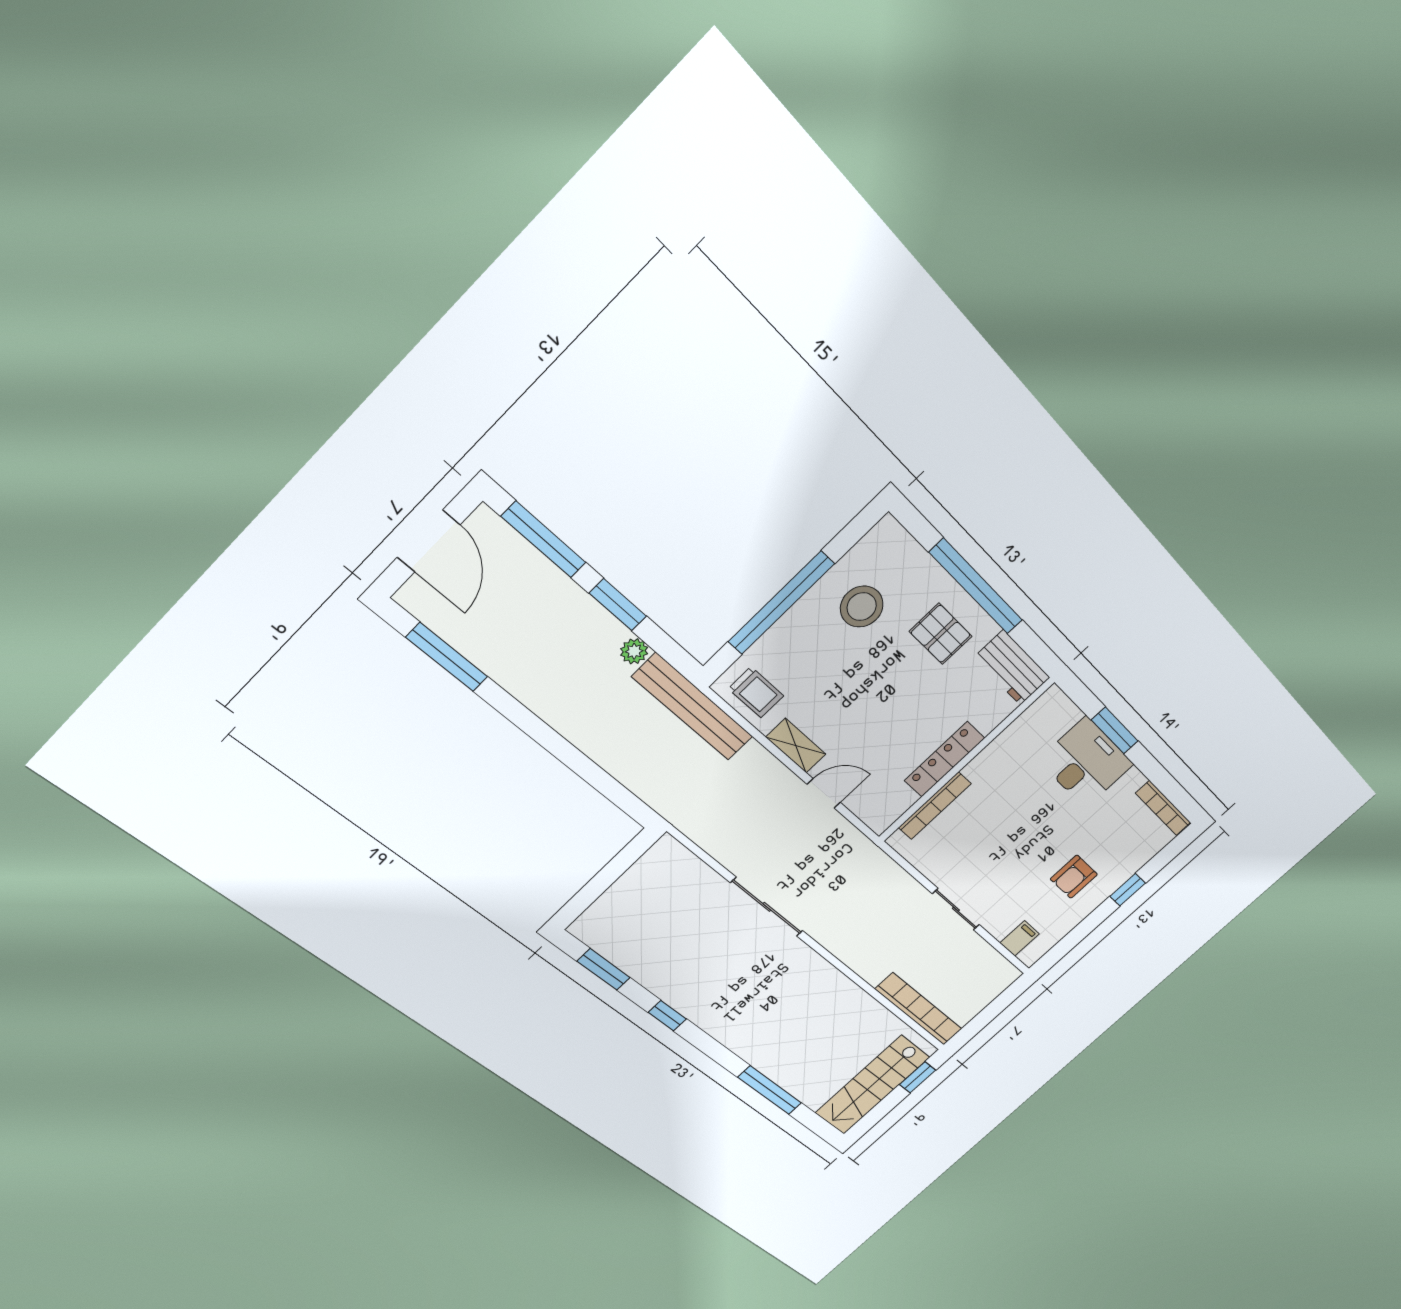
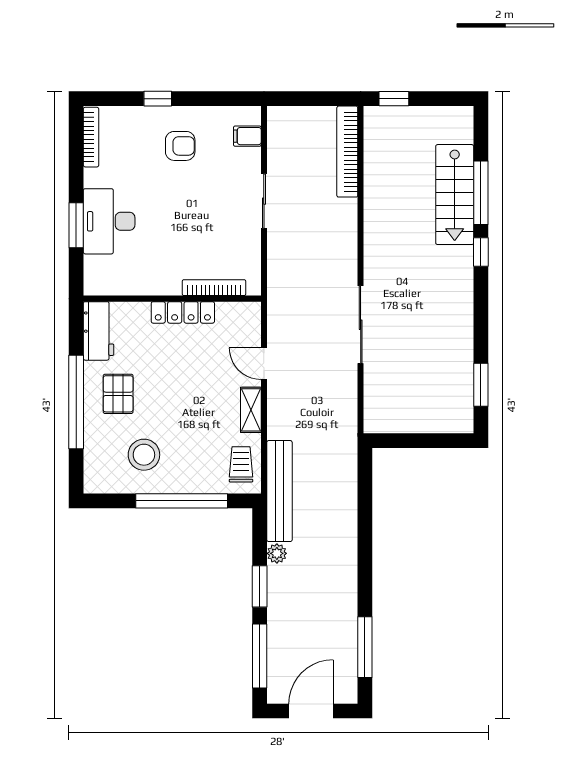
window: (667, 1016) -> (481, 252), moved
stairs: (872, 1085) -> (455, 195), moved, turned 90

